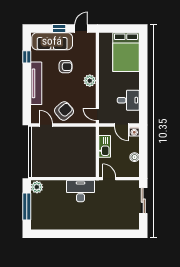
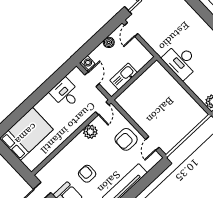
plant: (90, 81) -> (90, 132), moved
armchair: (64, 111) -> (126, 139), turned -48
door: (109, 179) -> (131, 30), moved

